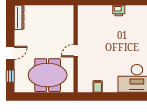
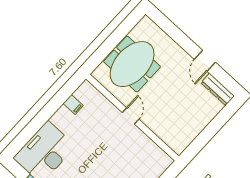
door: (10, 53) -> (205, 61), moved
window: (10, 76) -> (166, 25), removed

